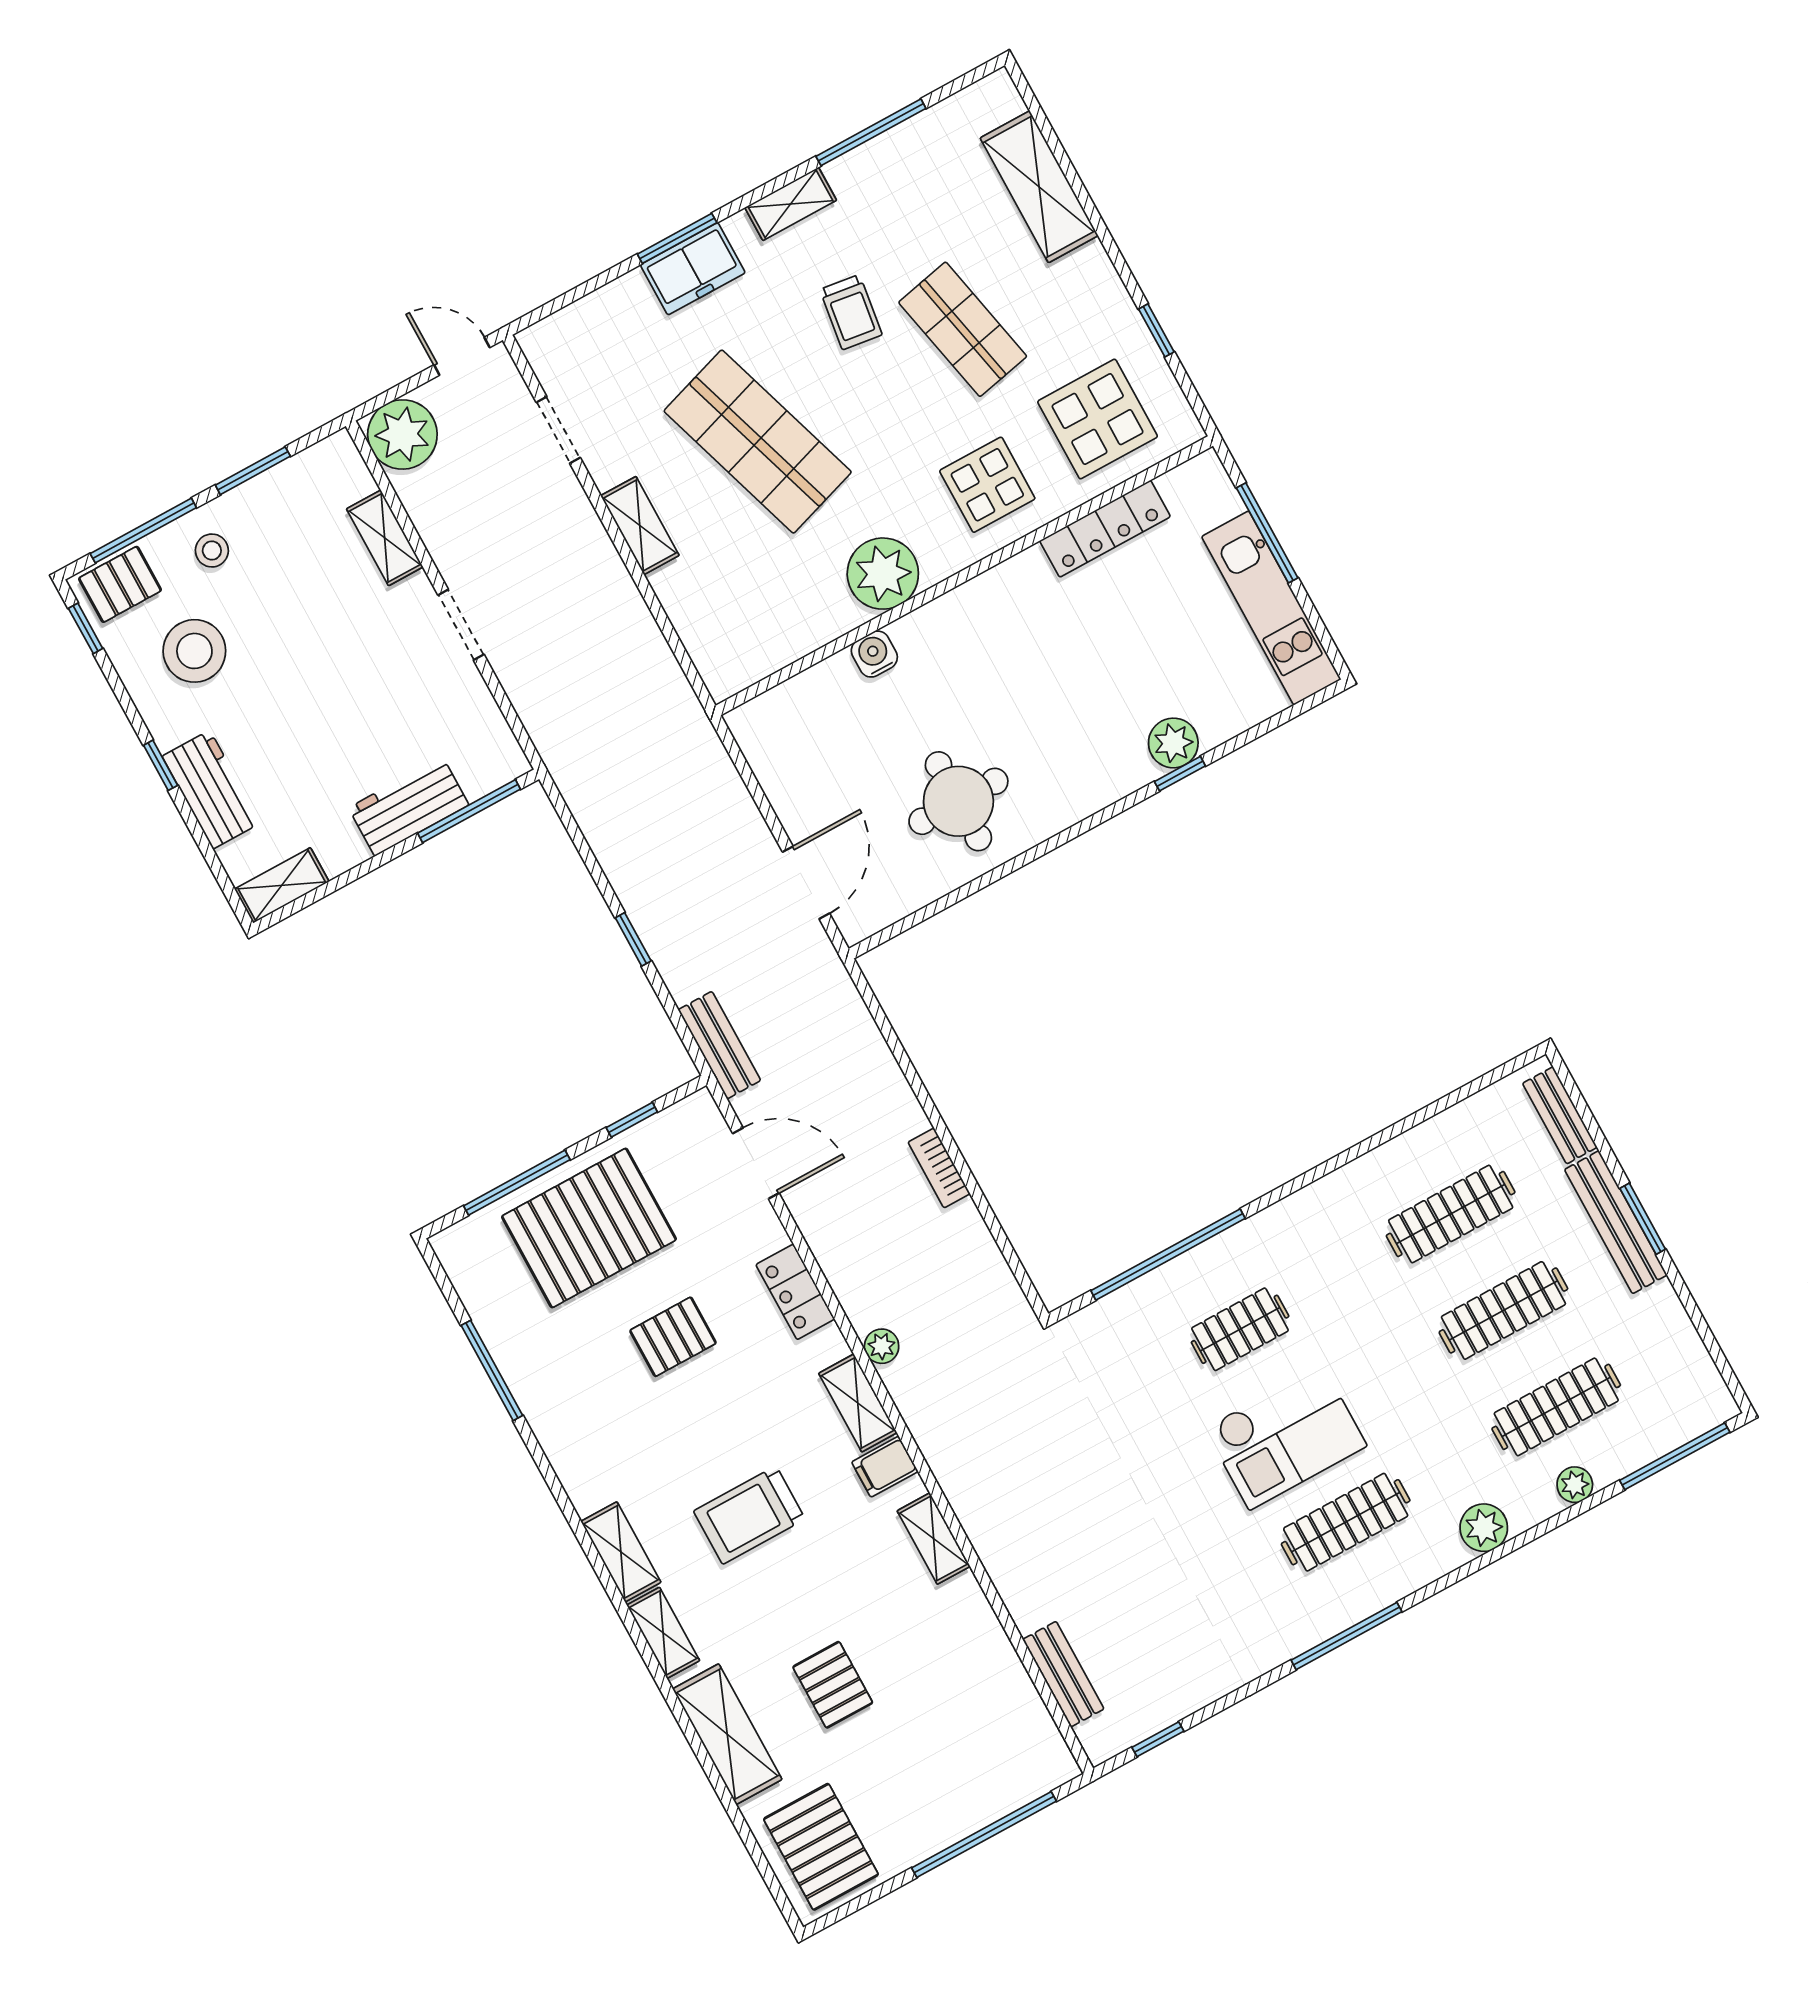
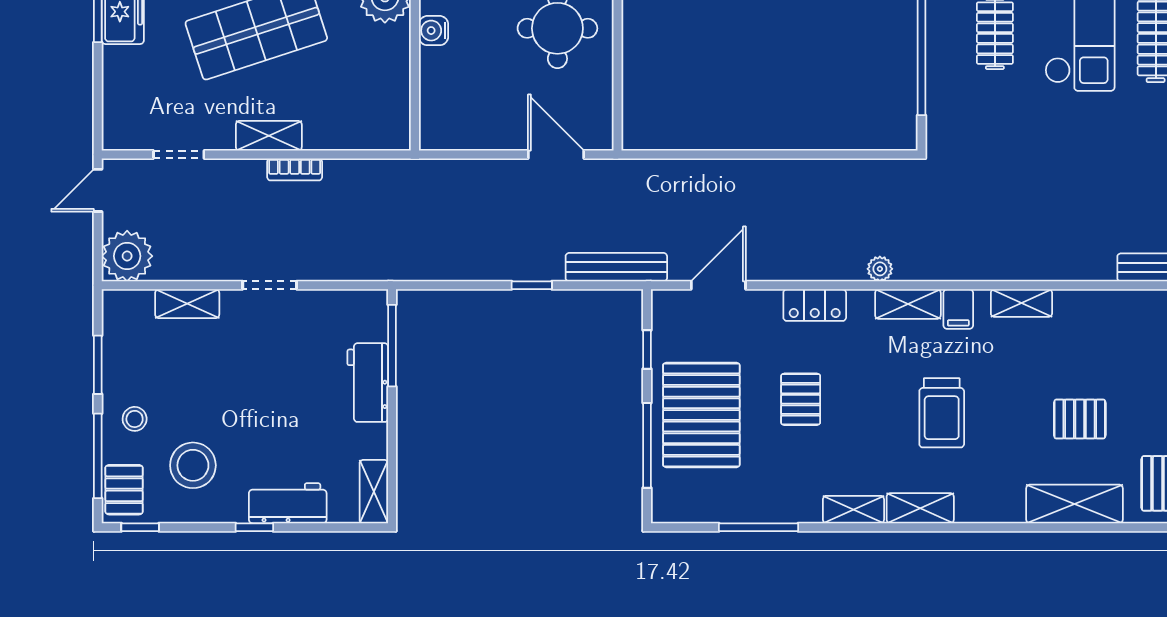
bench: (719, 1045) -> (616, 267), width x1.36
bookcase: (939, 1168) -> (295, 169), moved
shelving: (663, 1633) -> (853, 510), moved

